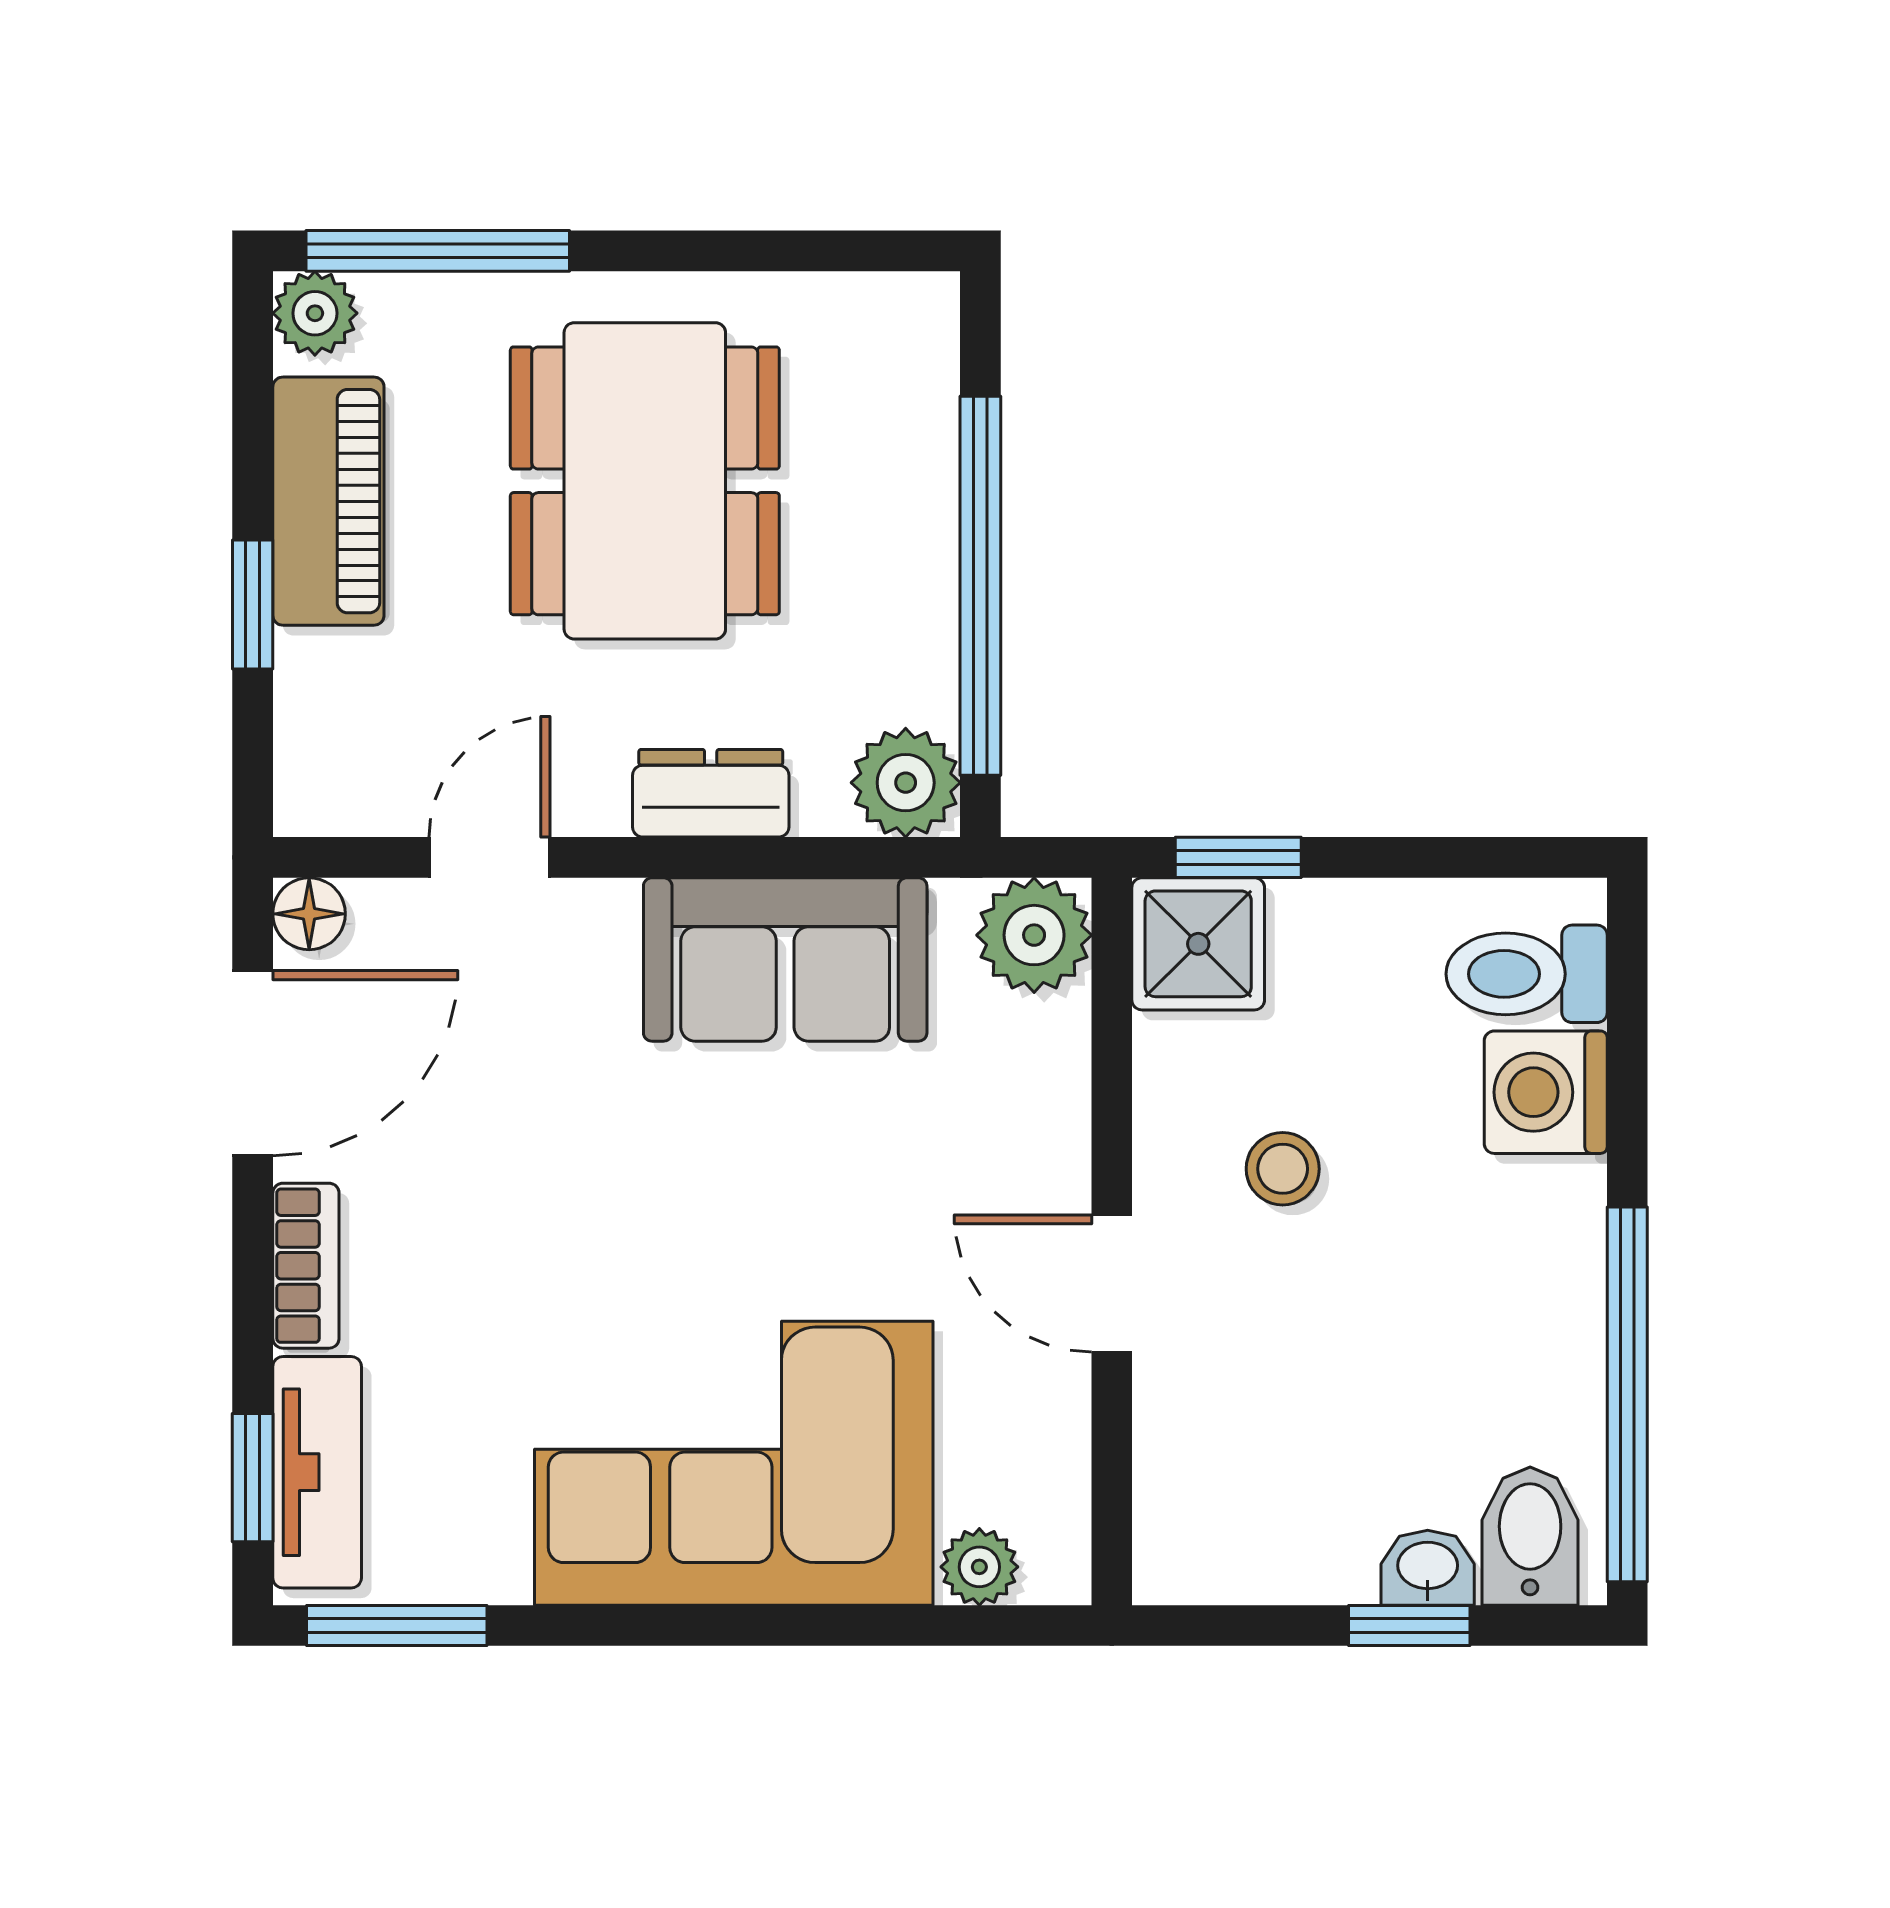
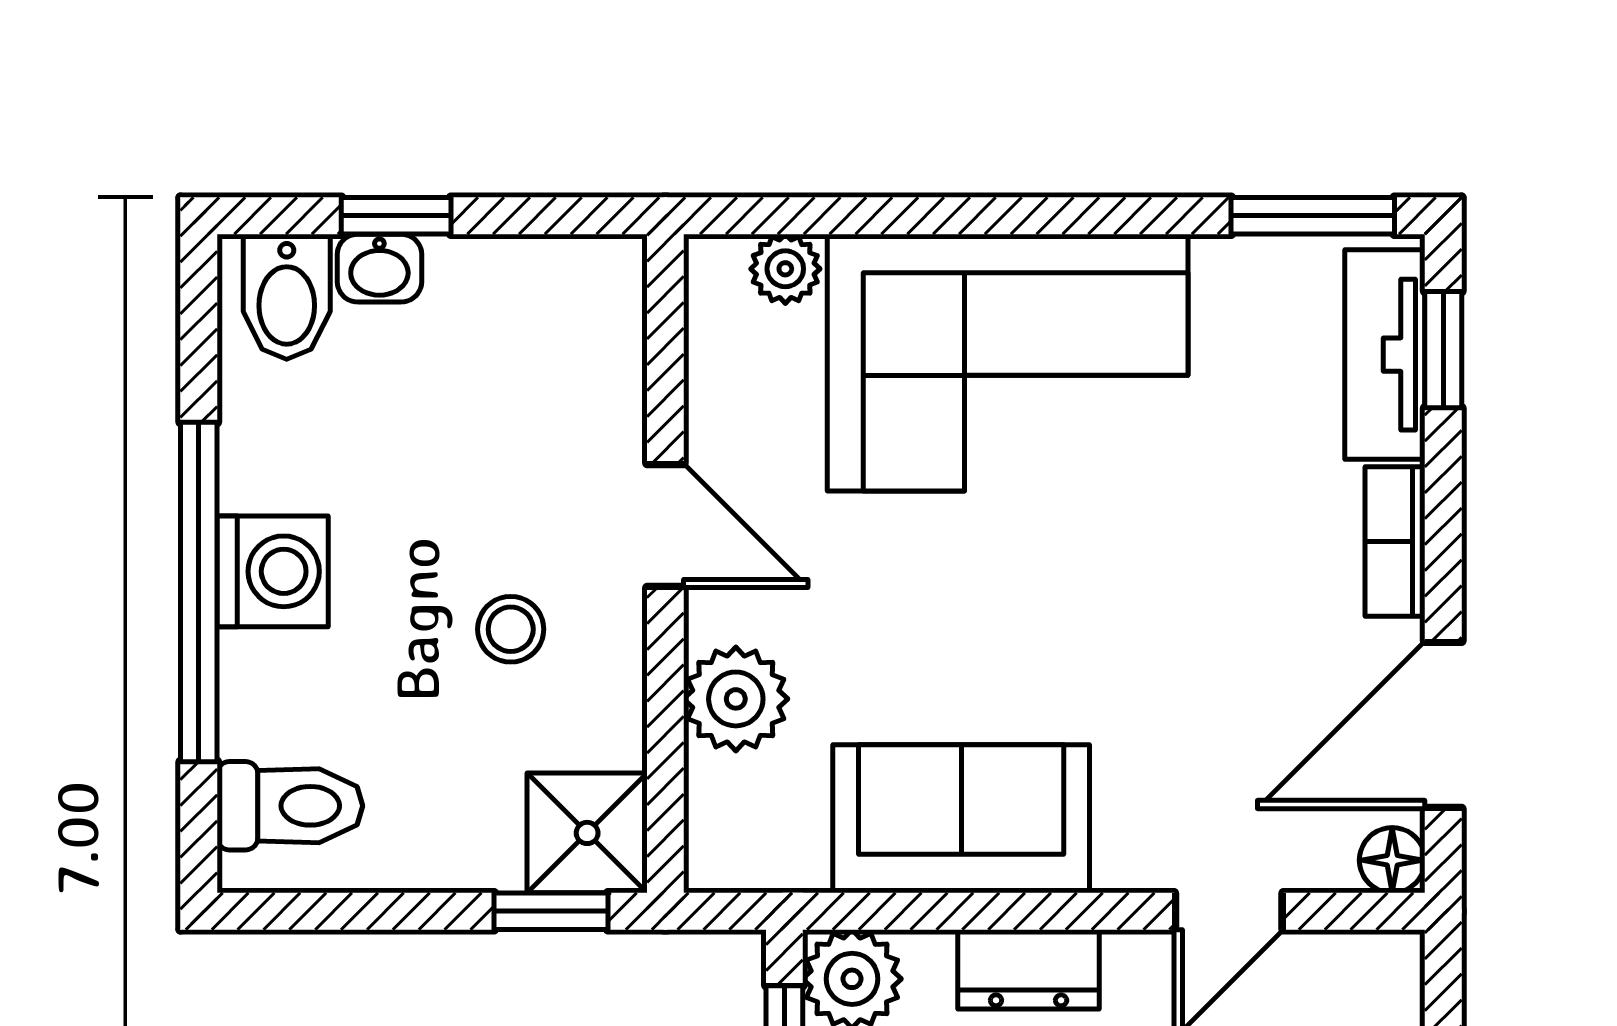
plant: (1034, 935) -> (736, 699), moved
washing machine: (1546, 1092) -> (273, 571), moved
window: (1627, 1394) -> (199, 592), moved

